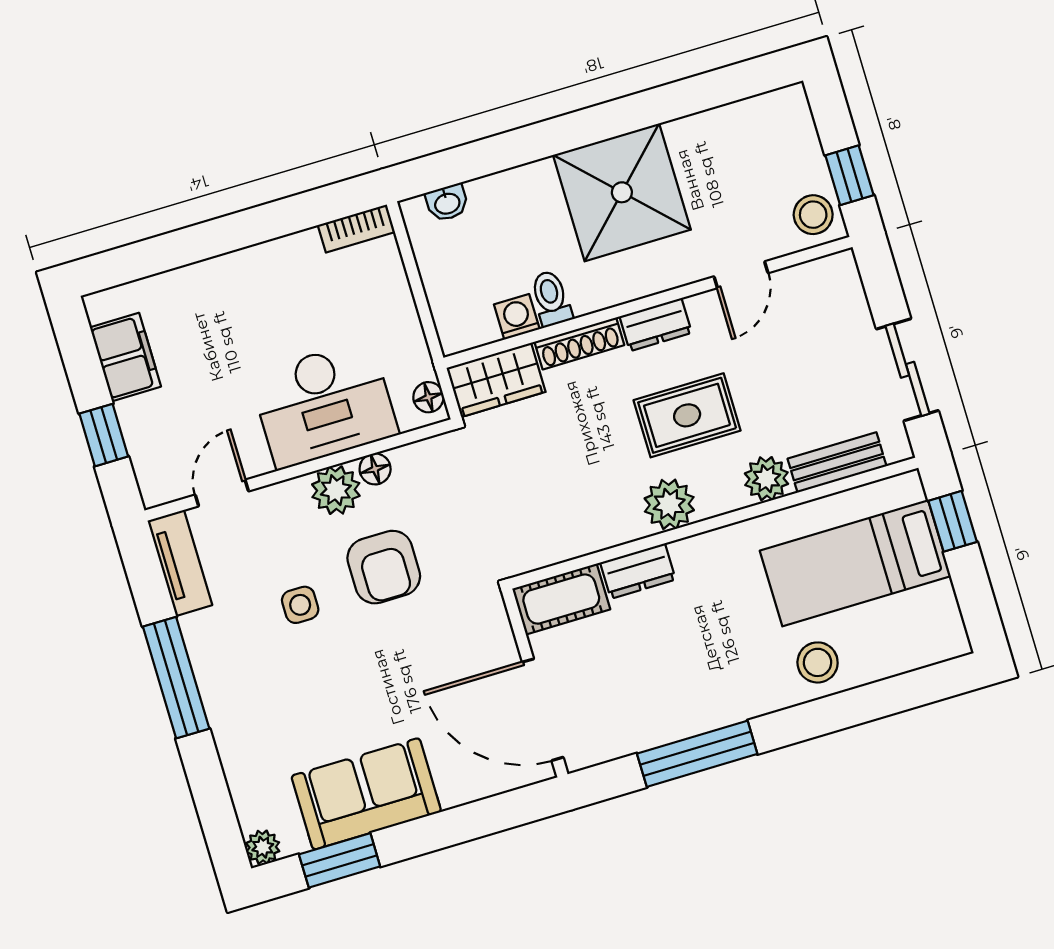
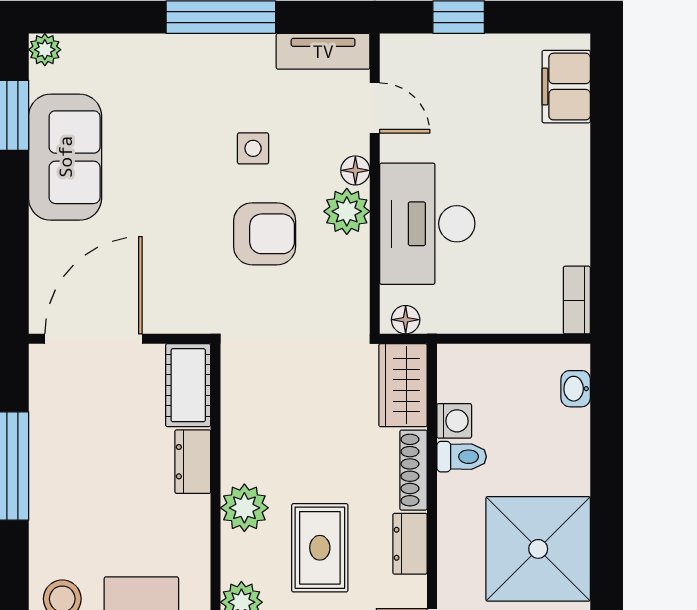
filing cabinet: (125, 357) -> (566, 87), moved, turned 90
floor lamp: (375, 469) -> (355, 170), moved
armchair: (384, 567) -> (265, 234), turned 180

